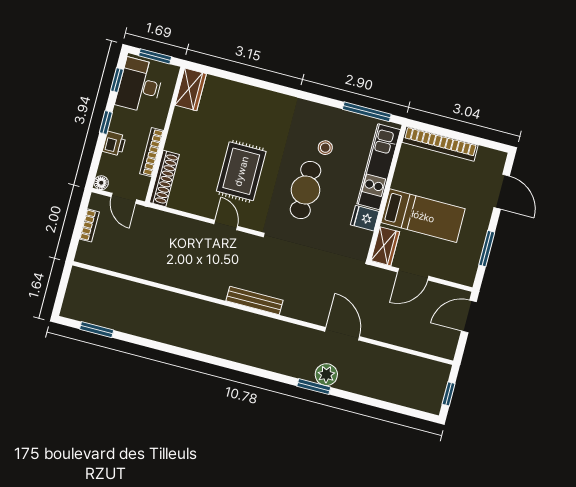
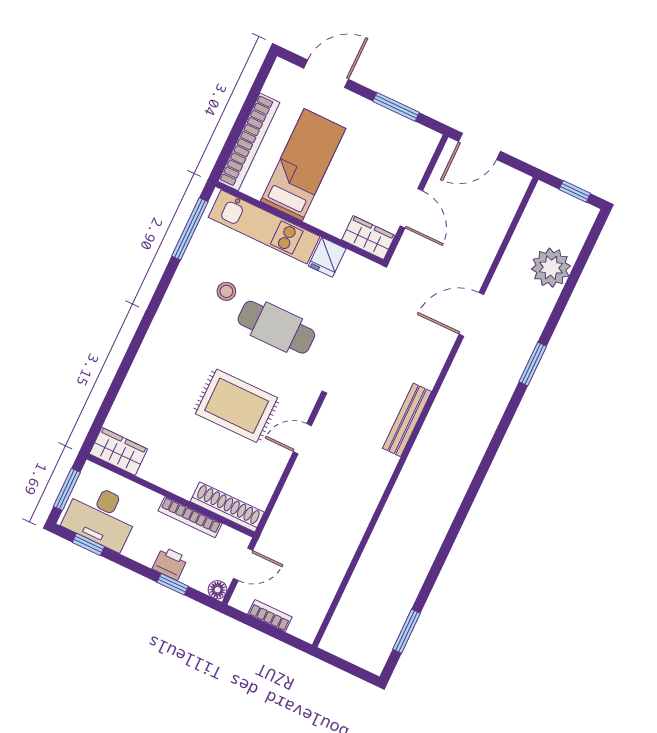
window: (106, 123) -> (173, 584), moved
bed: (423, 216) -> (303, 165), moved
door: (469, 316) -> (480, 146), hinge flipped
plant: (326, 375) -> (551, 268), moved, width x1.36, depth x1.36

